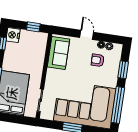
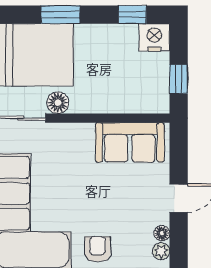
armchair: (98, 60) -> (98, 249), moved
floor lamp: (36, 83) -> (58, 103), added

